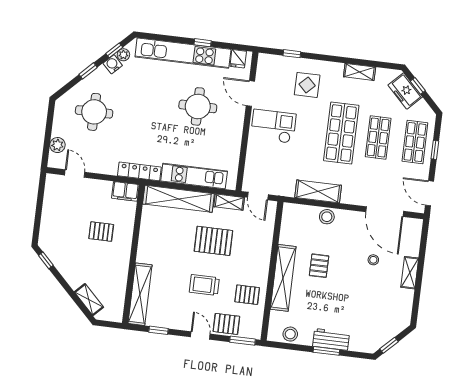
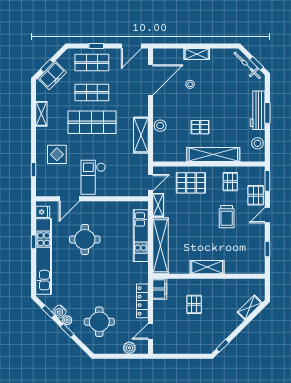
plant: (123, 55) -> (67, 320), moved
locker: (139, 171) -> (142, 301), moved
pallet: (213, 241) -> (191, 183), moved, turned 90
shelving: (140, 294) -> (207, 267), moved, width x0.68
bicycle: (388, 333) -> (247, 65), added
workbench: (331, 339) -> (258, 110), width x1.38

